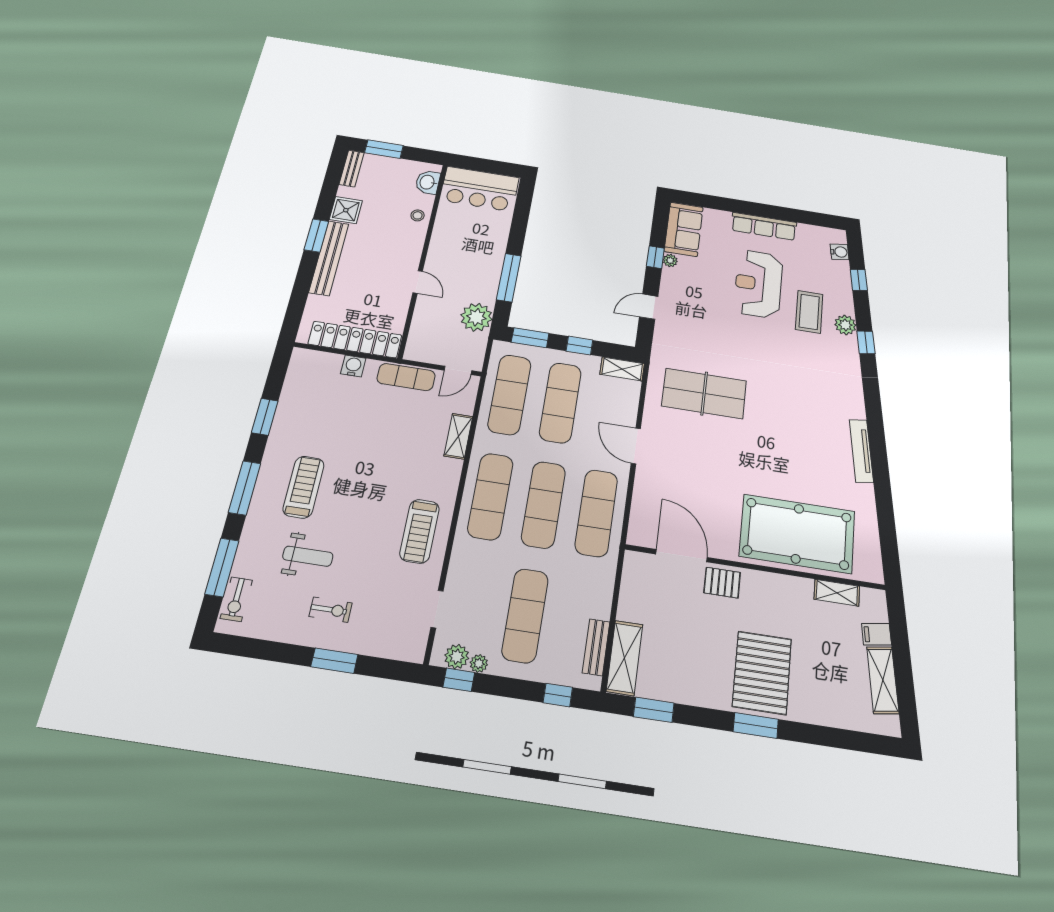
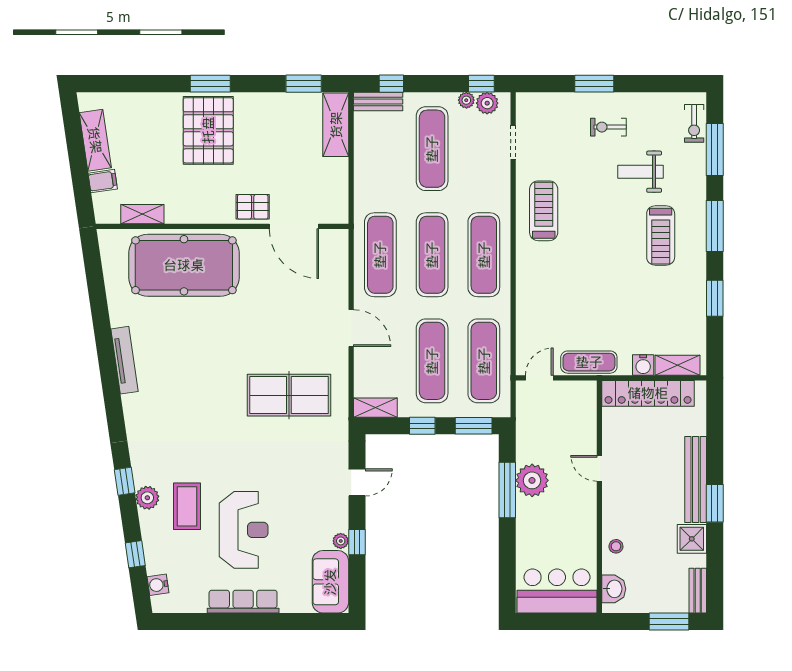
plant: (476, 317) -> (532, 480), moved
shelving: (458, 436) -> (678, 365), moved, turned 90
exercise bike: (236, 599) -> (694, 123), turned 180
bench: (596, 647) -> (378, 101), moved, turned 90

